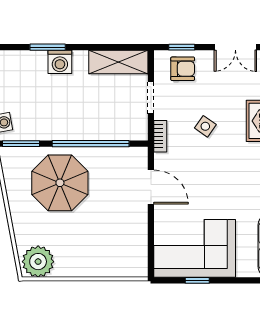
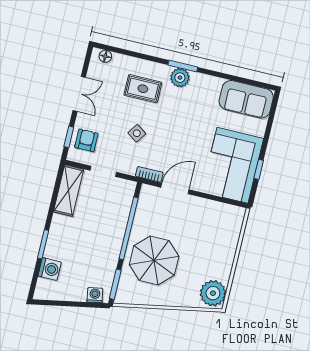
washing machine: (60, 62) -> (50, 269), moved
bookcase: (160, 136) -> (149, 174), moved

